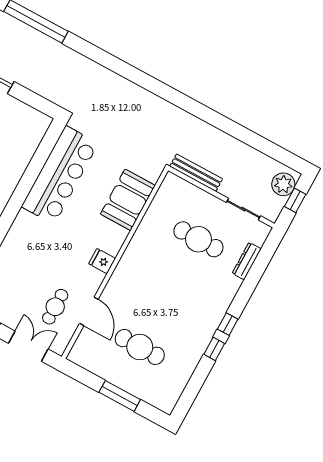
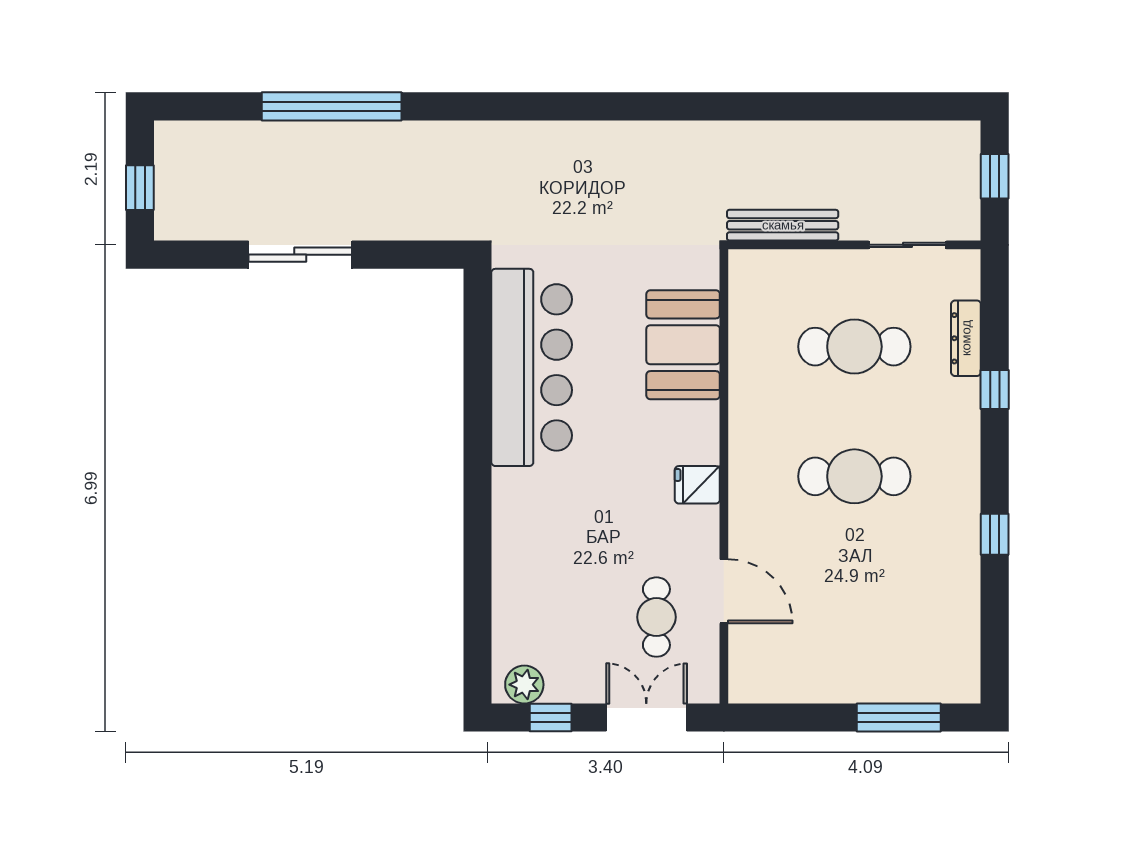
plant: (283, 184) -> (956, 158), removed
window: (228, 324) -> (995, 390), moved
cafe table: (140, 347) -> (854, 476), moved
window: (120, 396) -> (899, 718), moved

